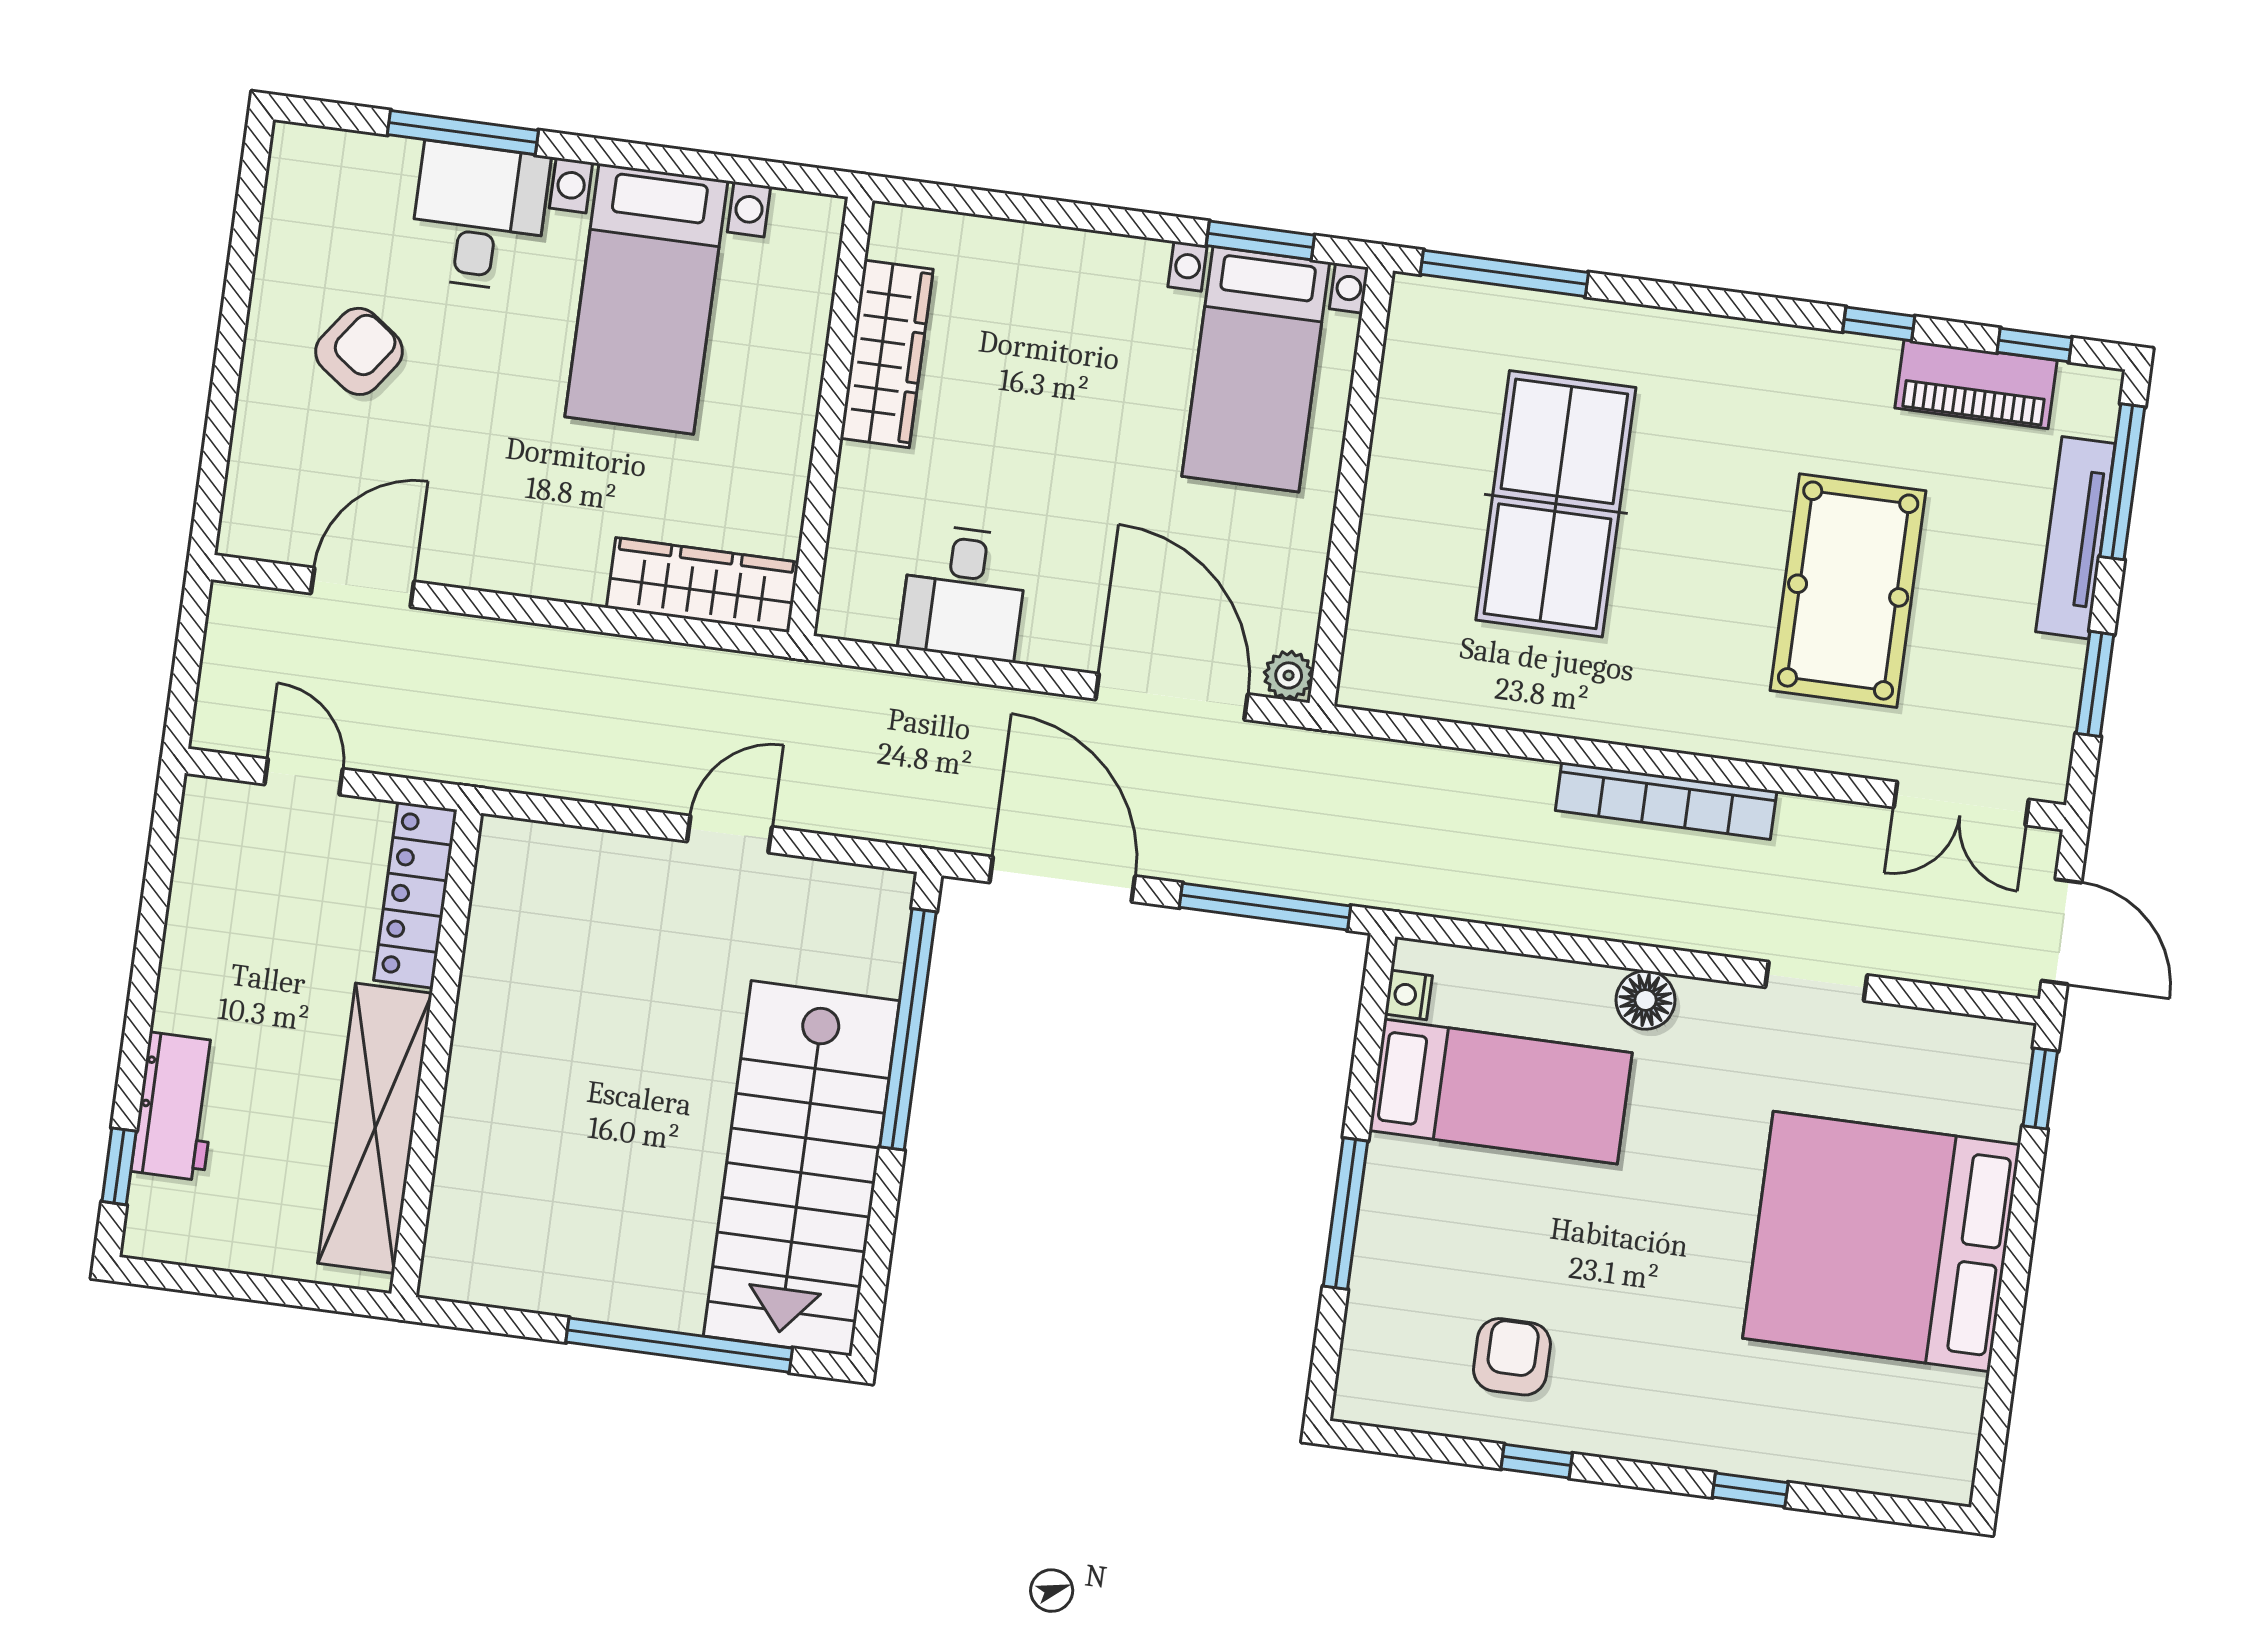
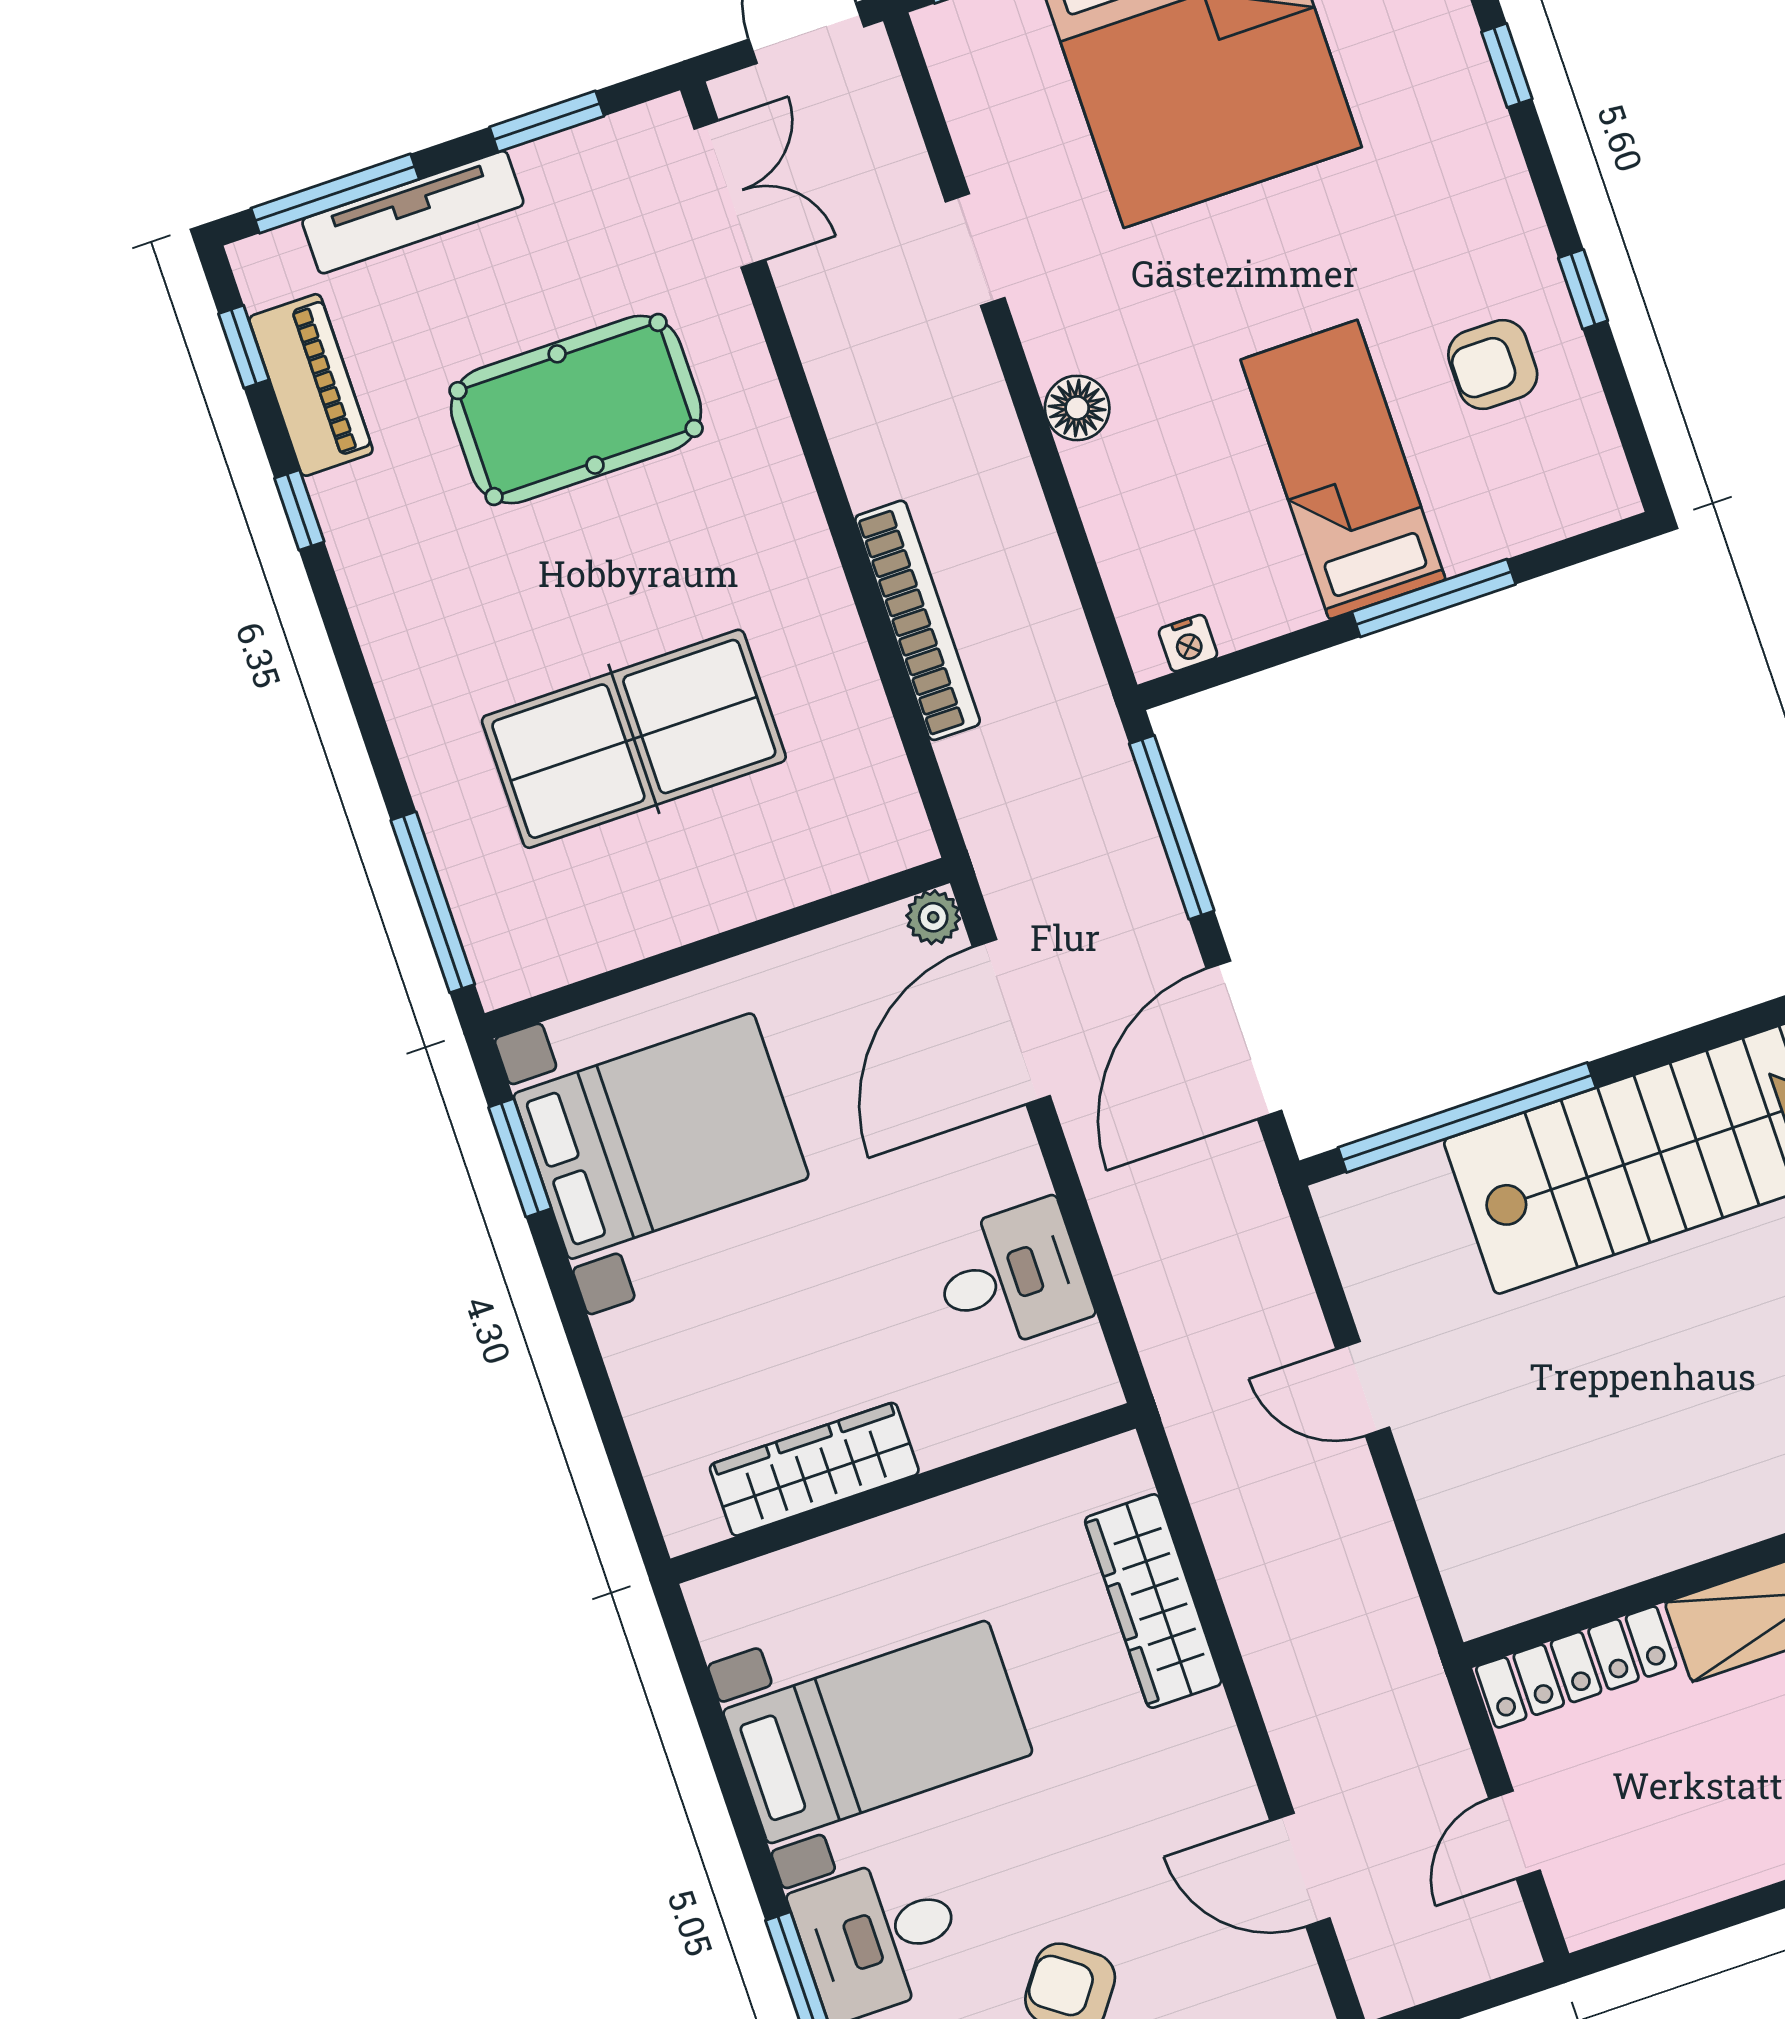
bed with nightstands: (1256, 369) -> (661, 1136), width x1.36
wardrobe: (703, 585) -> (1153, 1601), moved
bookcase: (1666, 801) -> (917, 620), moved
bed: (1501, 1092) -> (1343, 470), moved

